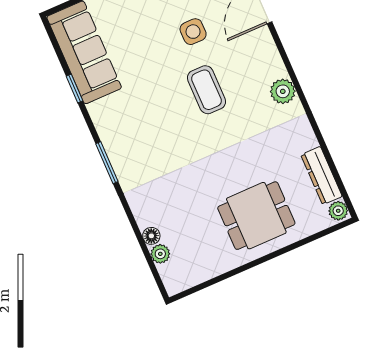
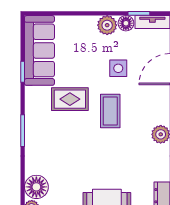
rug: (149, 97) -> (70, 99), added
floor lamp: (151, 236) -> (36, 187), width x1.89, depth x1.89

